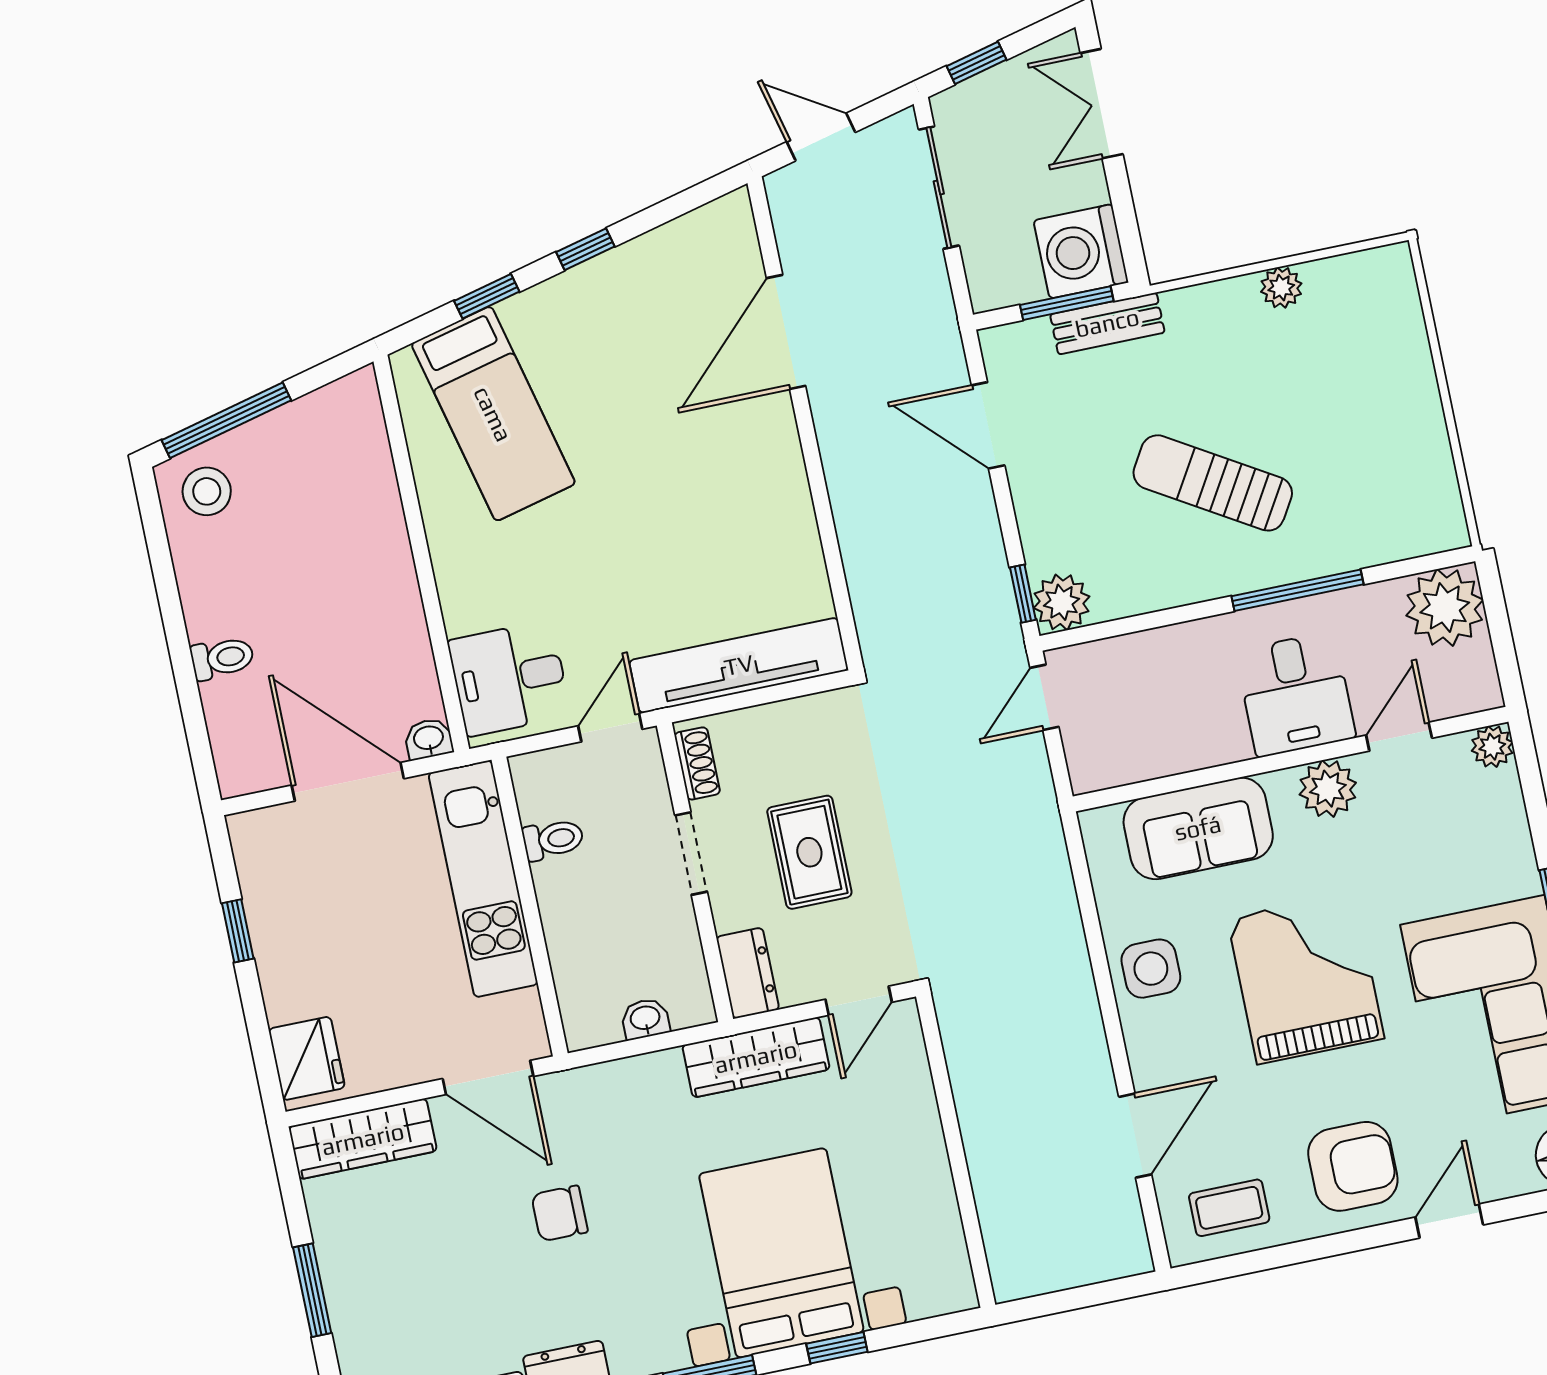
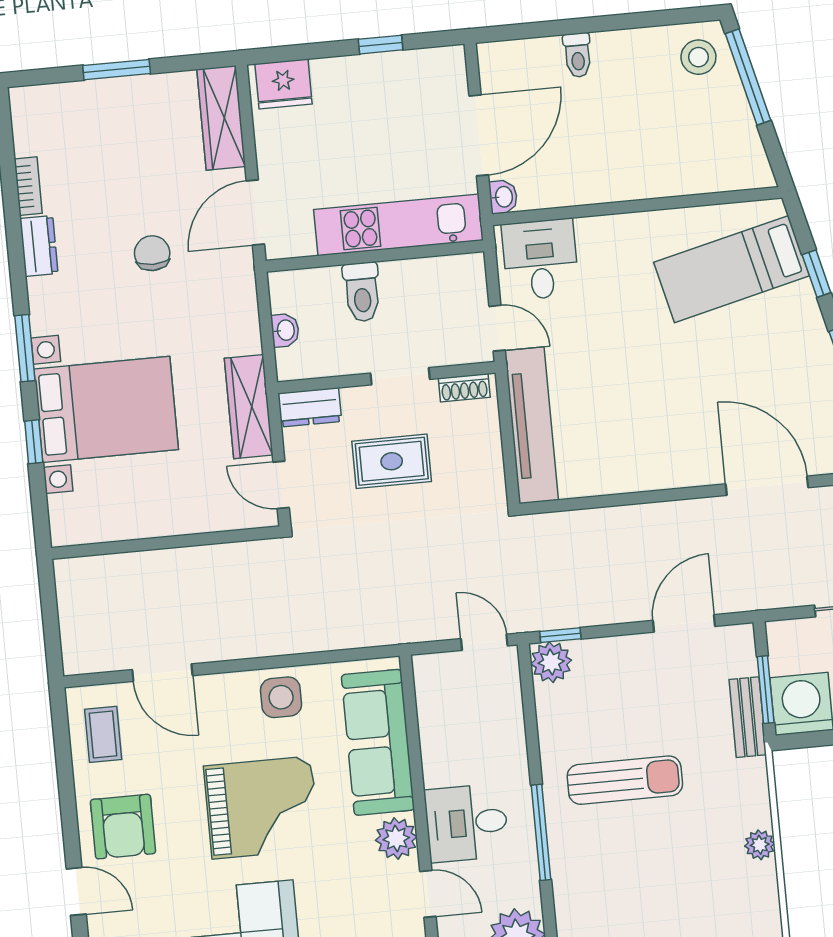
sun lounger: (1213, 483) -> (625, 780), turned 59
sofa: (1198, 828) -> (378, 742), width x1.36
toilet: (553, 839) -> (362, 292), moved, width x1.37, depth x1.39

